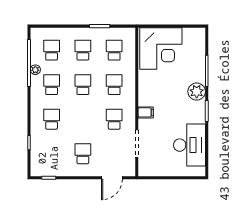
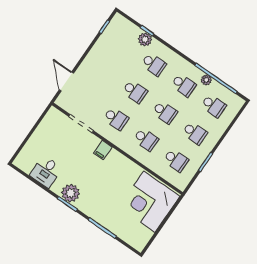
plant: (197, 92) -> (71, 193), moved
plant: (37, 139) -> (145, 39), added
desk: (189, 145) -> (46, 172), width x0.53, depth x0.77
school desk: (83, 154) -> (135, 91), moved

